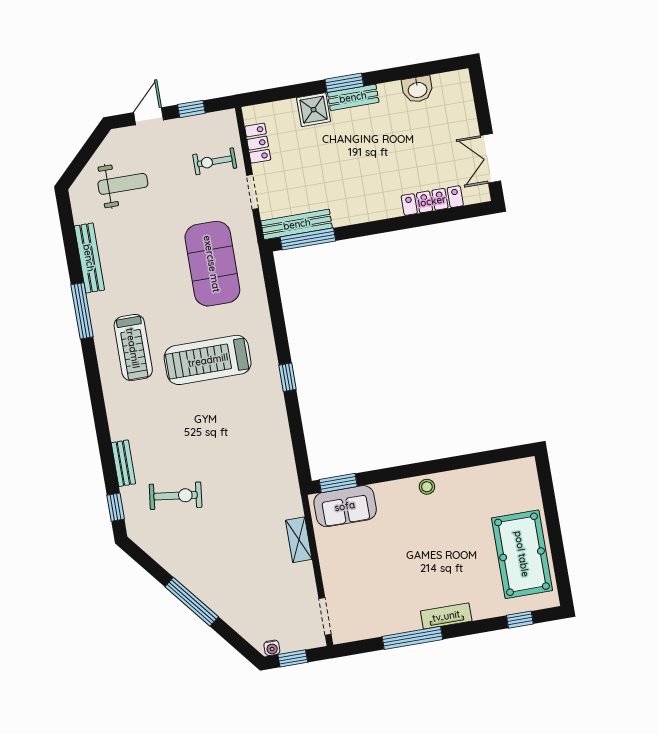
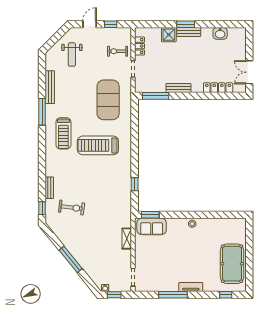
weight bench: (123, 184) -> (72, 55), turned 90
bench: (297, 224) -> (178, 88), moved, width x0.73
window: (288, 377) -> (135, 184), moved

